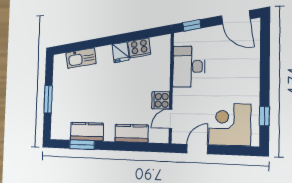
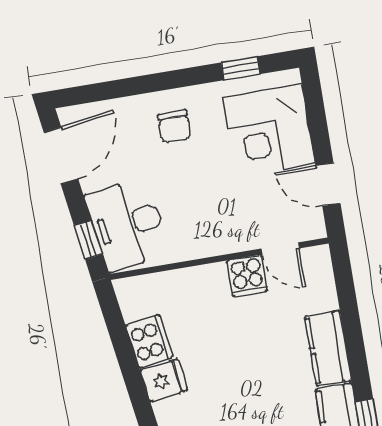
desk: (189, 67) -> (127, 225), moved, turned 82
chair: (240, 77) -> (174, 126), added
kitchen counter: (132, 133) -> (328, 348), moved

